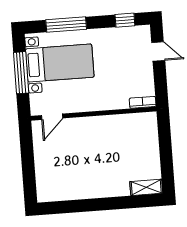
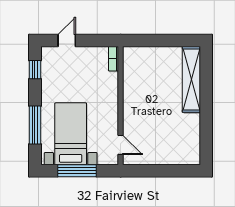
shelving: (146, 187) -> (191, 79), width x2.20, depth x1.33

